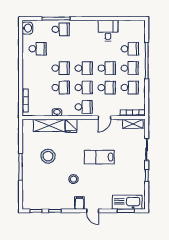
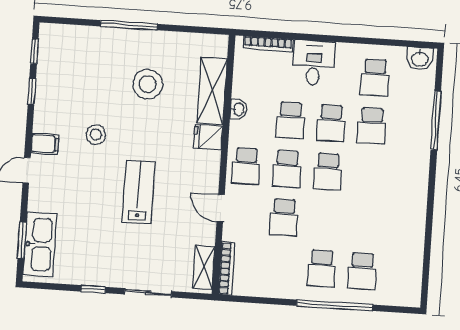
school desk: (61, 29) -> (372, 126), moved
desk: (108, 31) -> (314, 63), moved, turned -90
school desk: (107, 68) -> (325, 220), removed
school desk: (130, 88) -> (281, 266), removed

